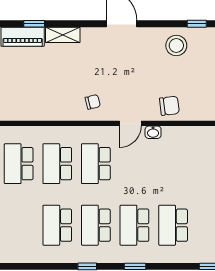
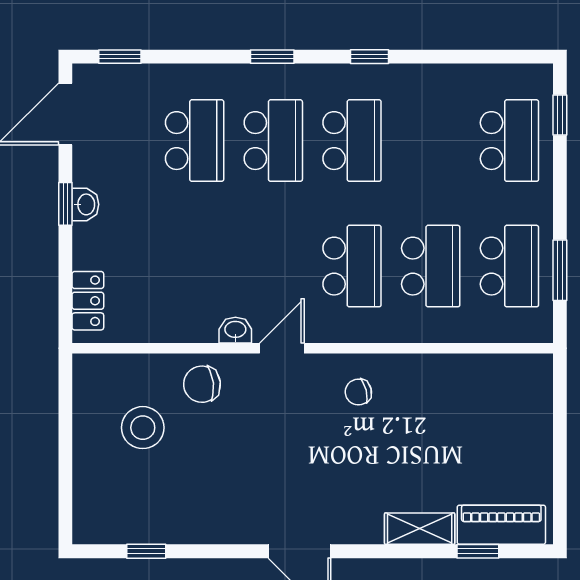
stool: (176, 46) -> (143, 428), moved
school desk: (57, 225) -> (509, 141), moved

